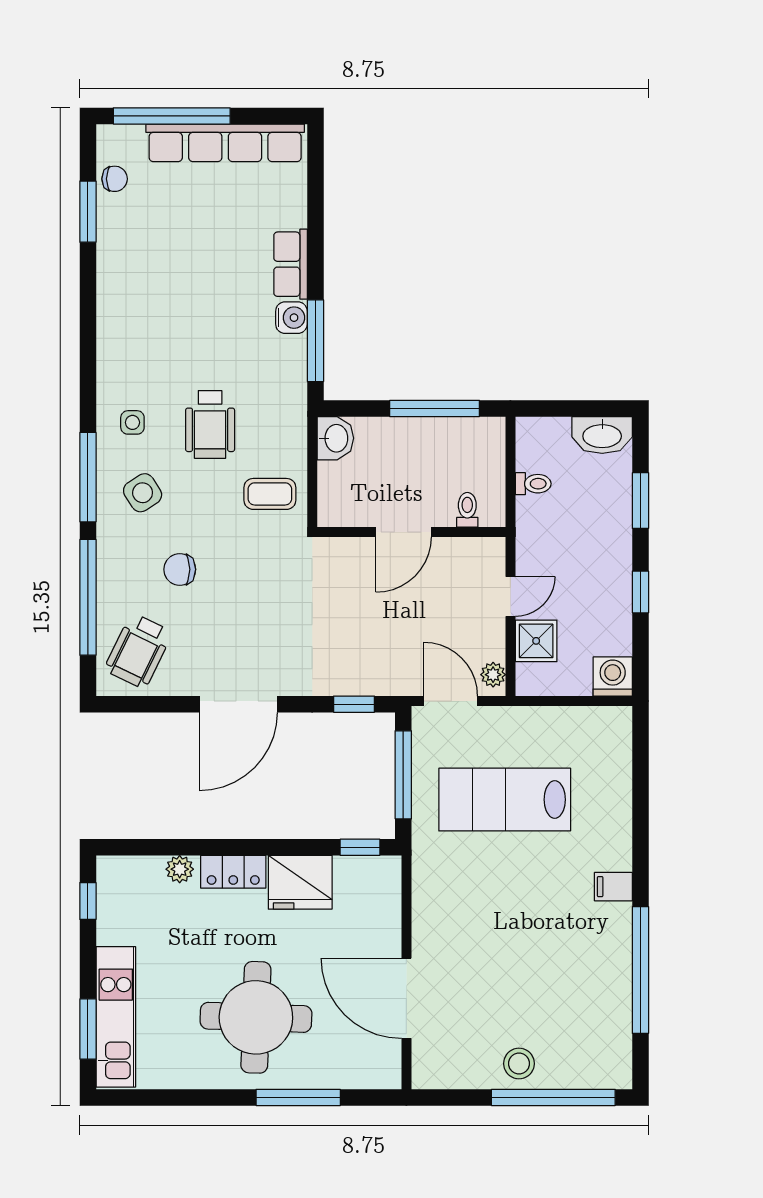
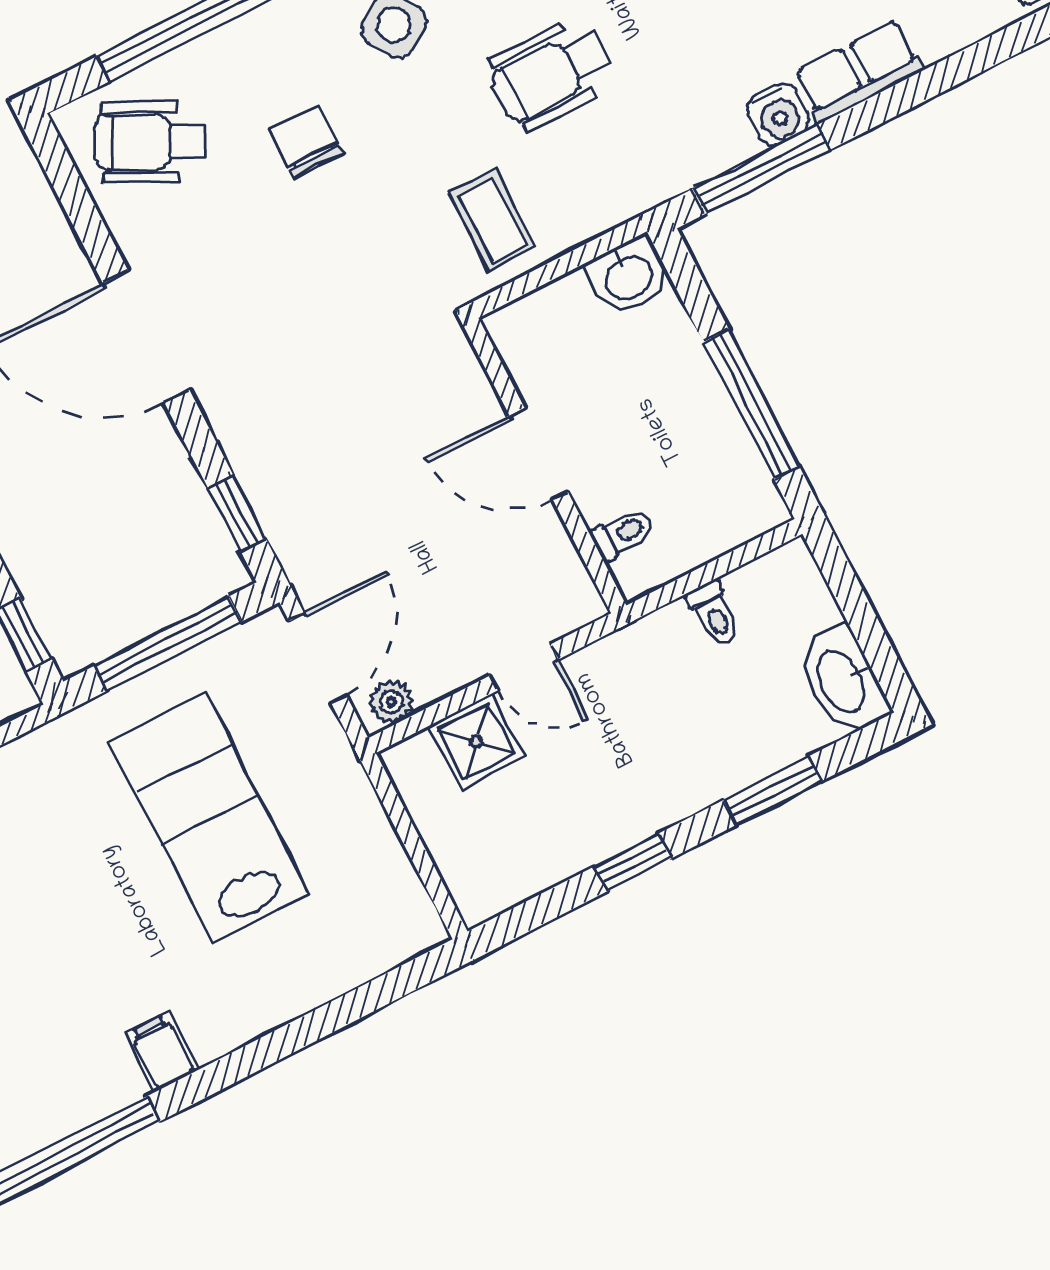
washing machine: (613, 676) -> (482, 886), removed

